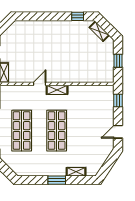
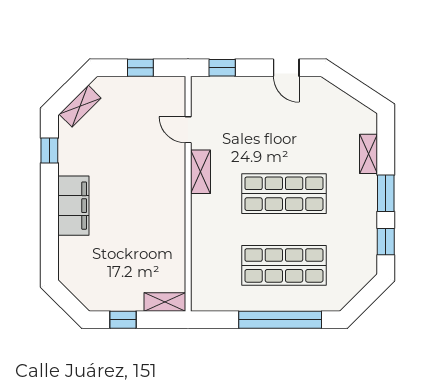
filing cabinet: (51, 28) -> (73, 206), added
door: (40, 84) -> (188, 130), moved
shelving: (57, 90) -> (200, 172), moved
window: (33, 180) -> (386, 242), added

